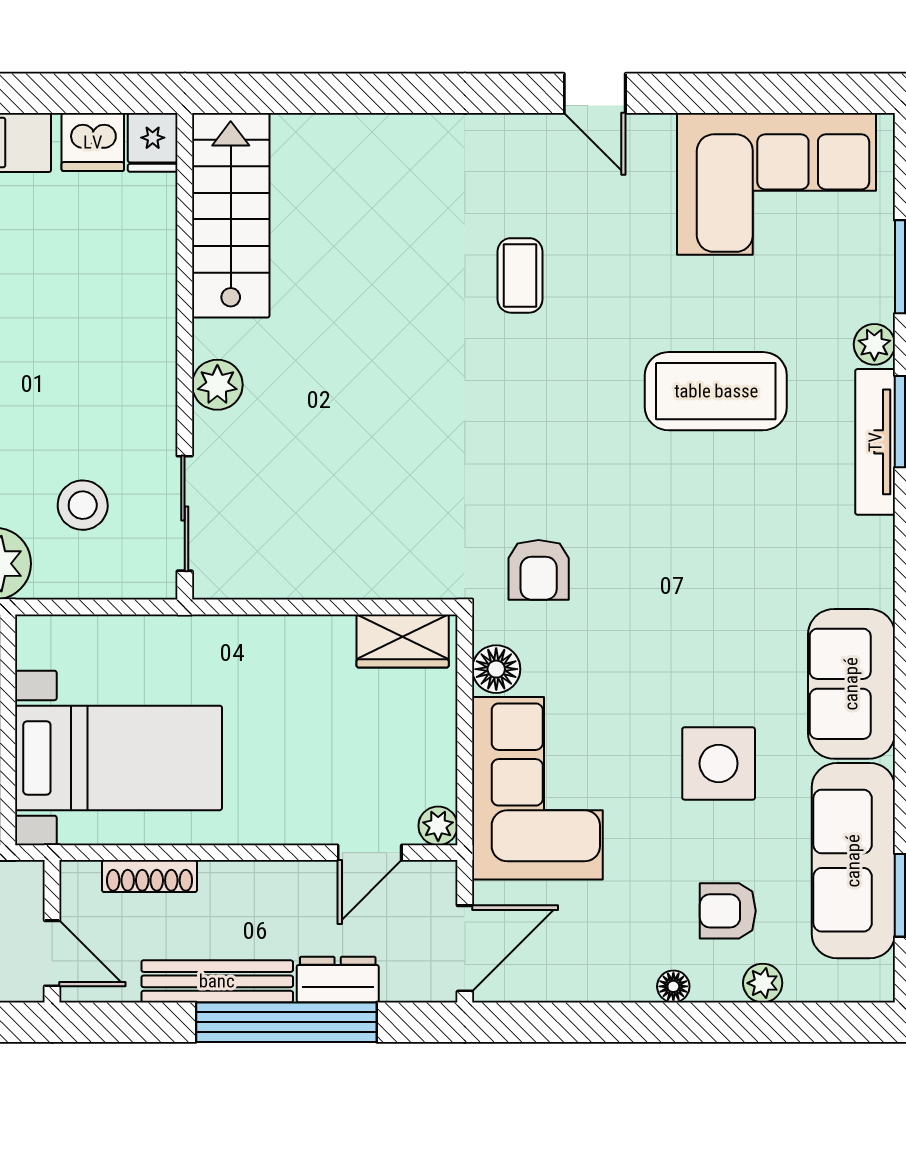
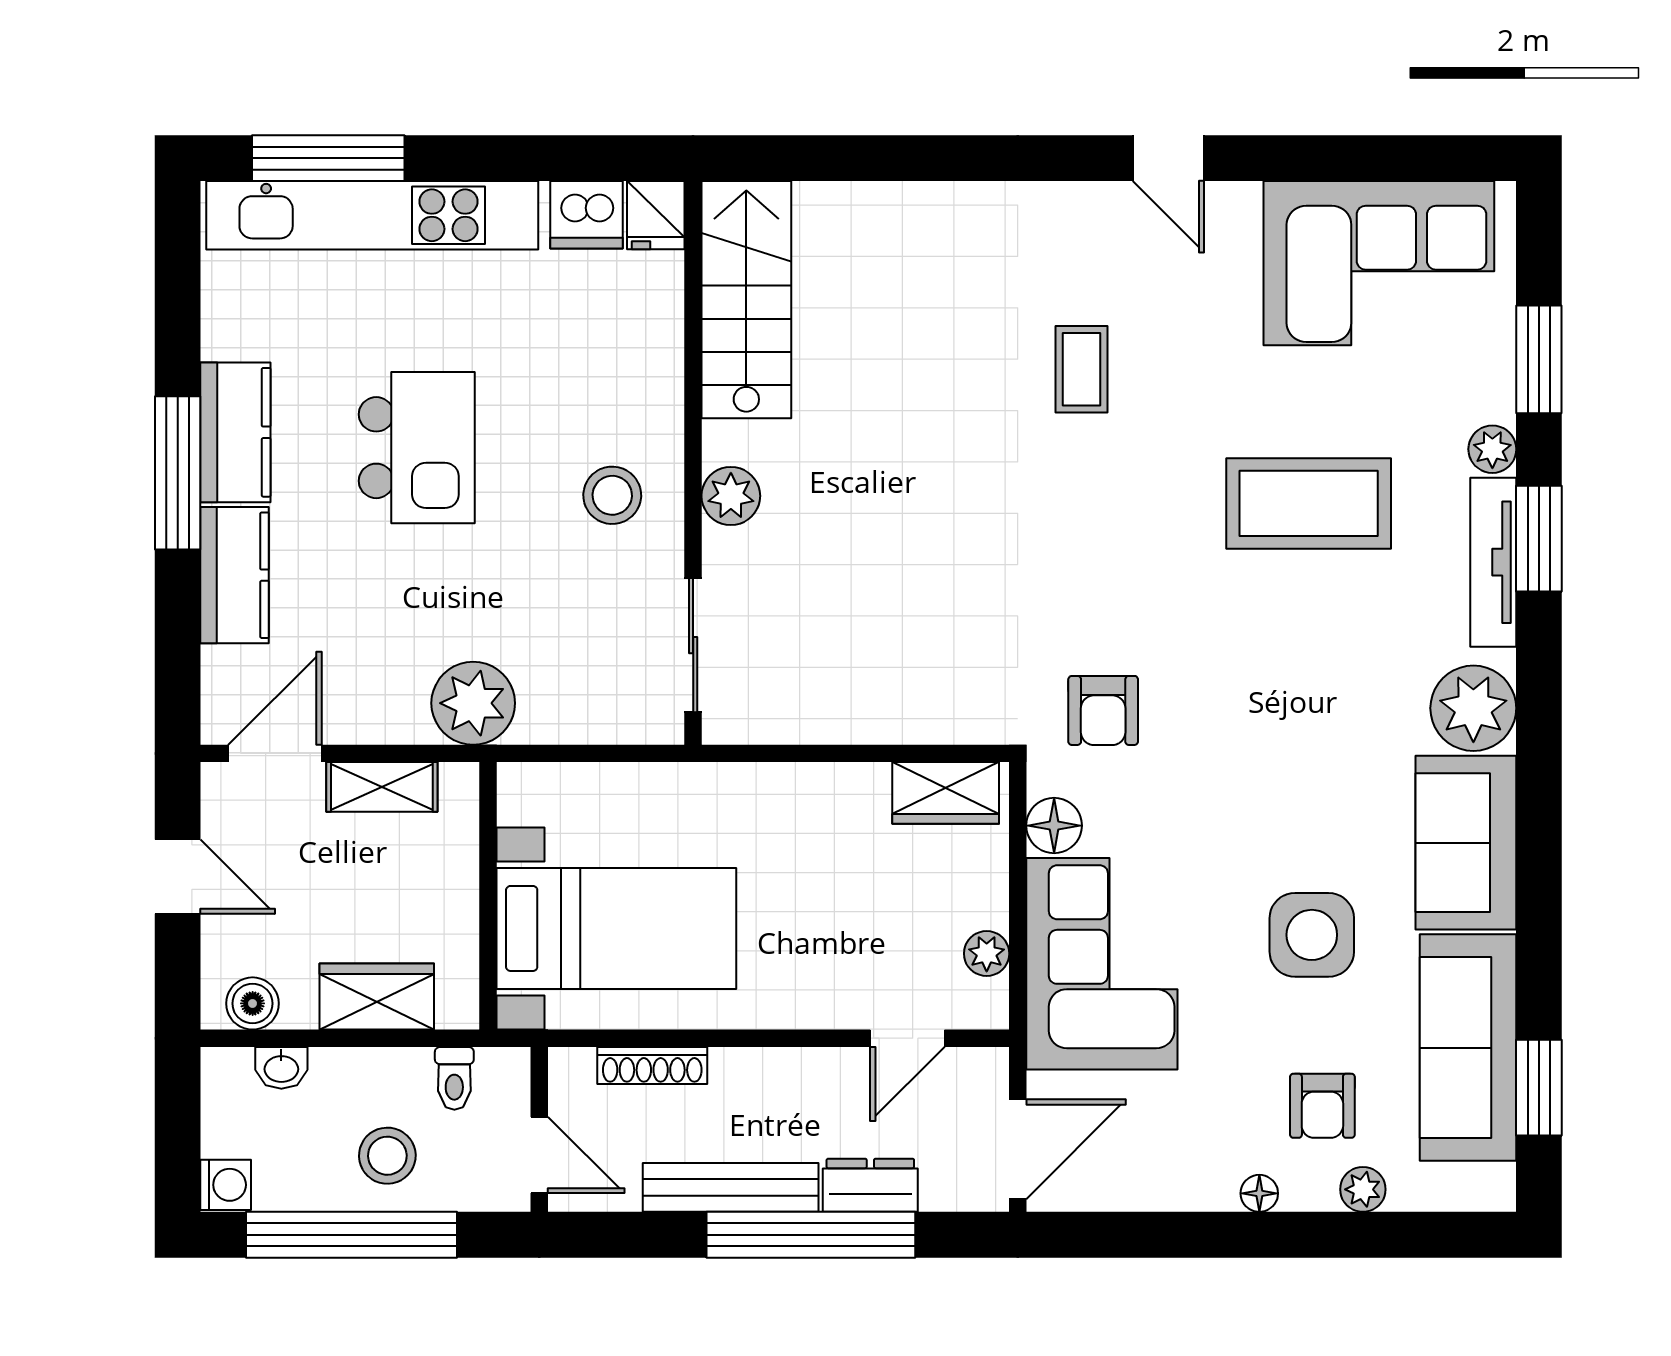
stool: (83, 505) -> (612, 495), moved
plant: (858, 568) -> (1473, 708), added
plant: (438, 826) -> (987, 954), moved
armchair: (728, 911) -> (1322, 1106), turned -90

